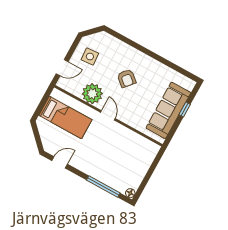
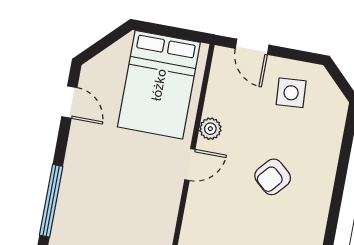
plant: (92, 94) -> (210, 129), width x0.53, depth x0.53
bed: (65, 117) -> (159, 85), width x1.50

